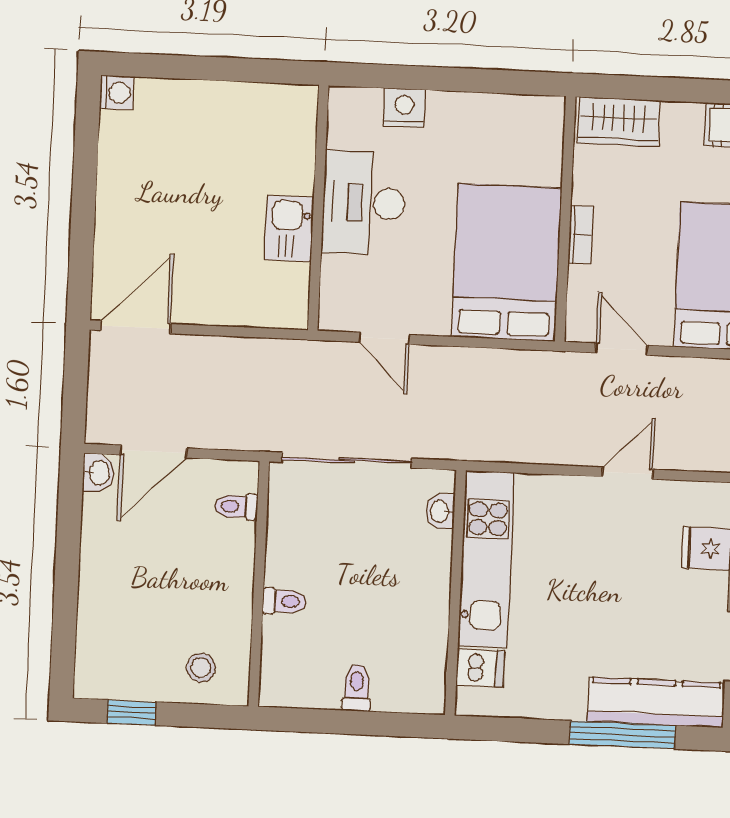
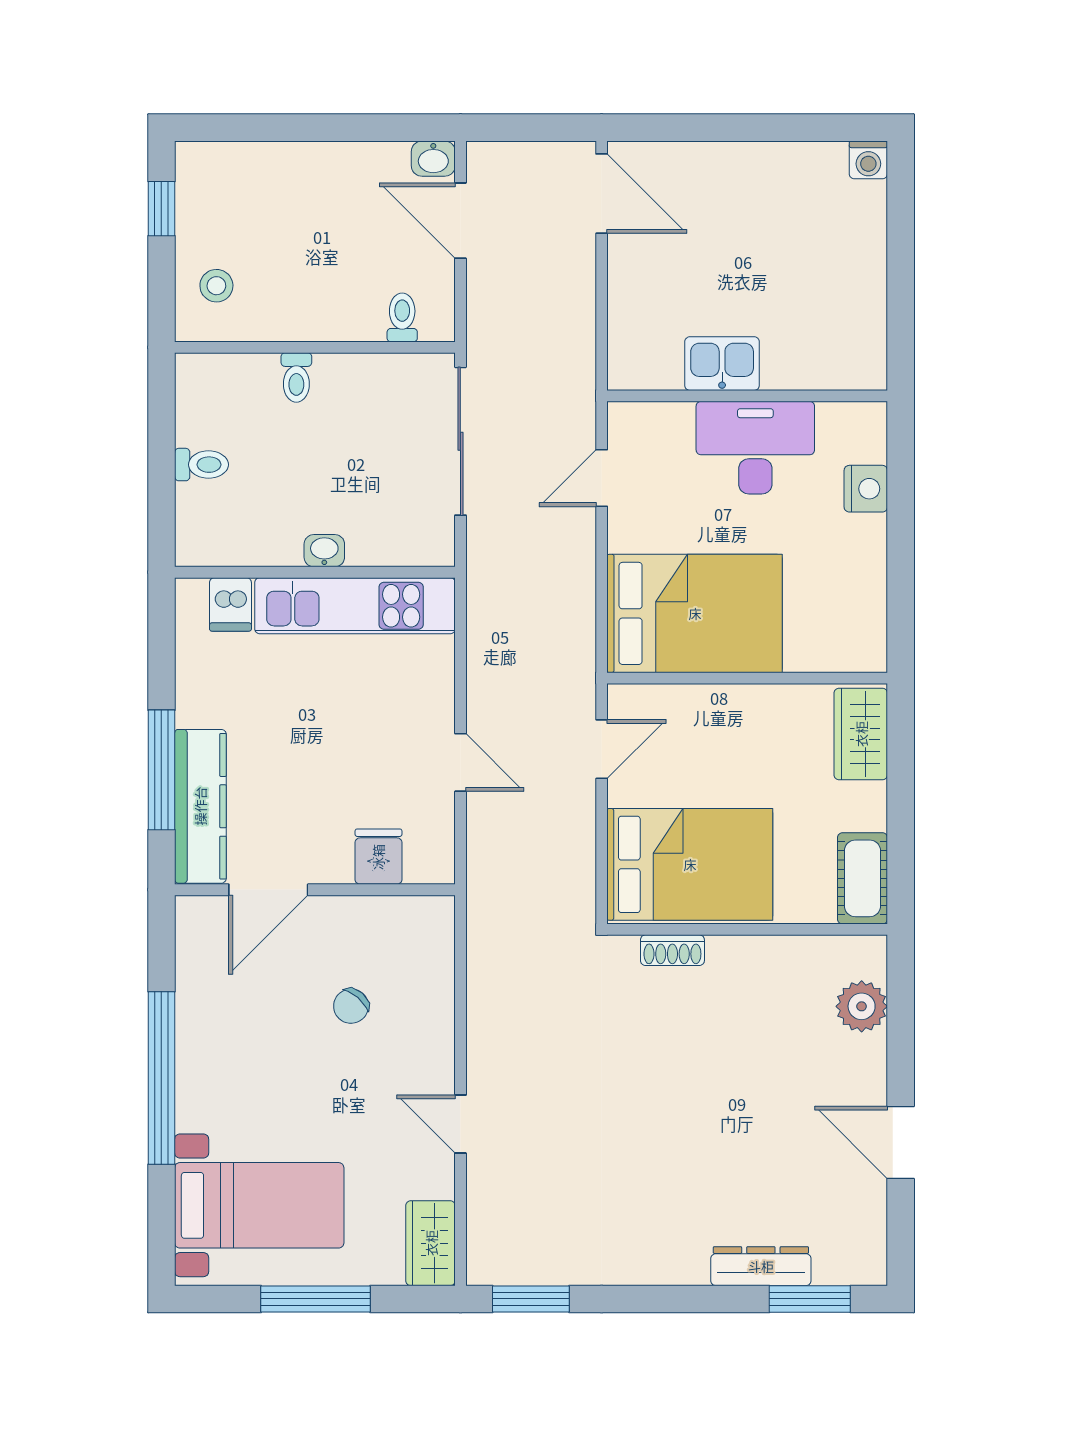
bookcase: (581, 235) -> (730, 697), removed
washbasin: (440, 511) -> (324, 551), moved

